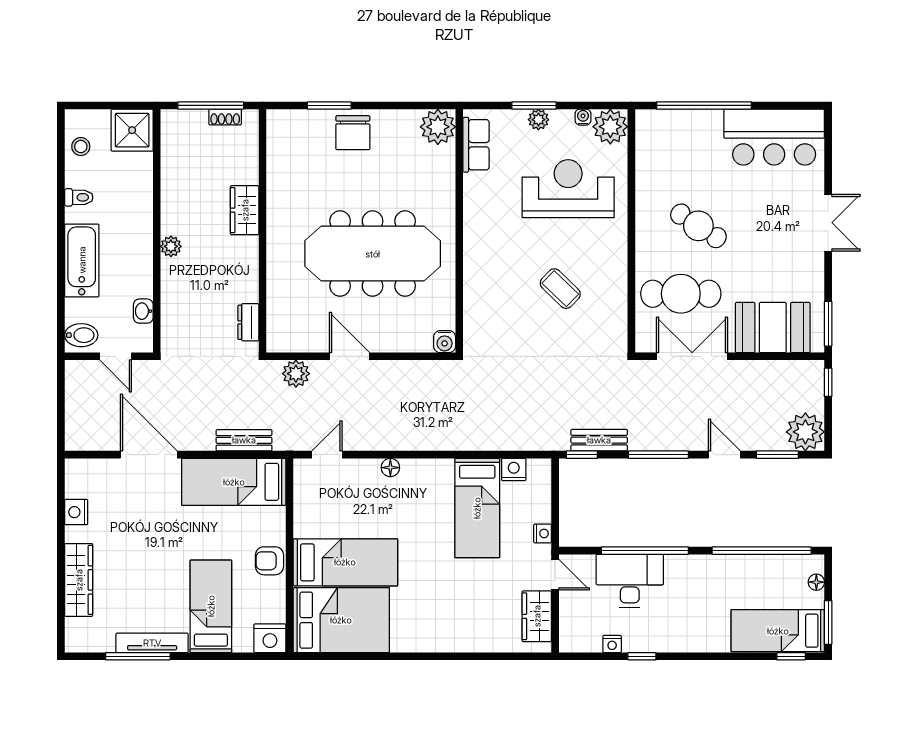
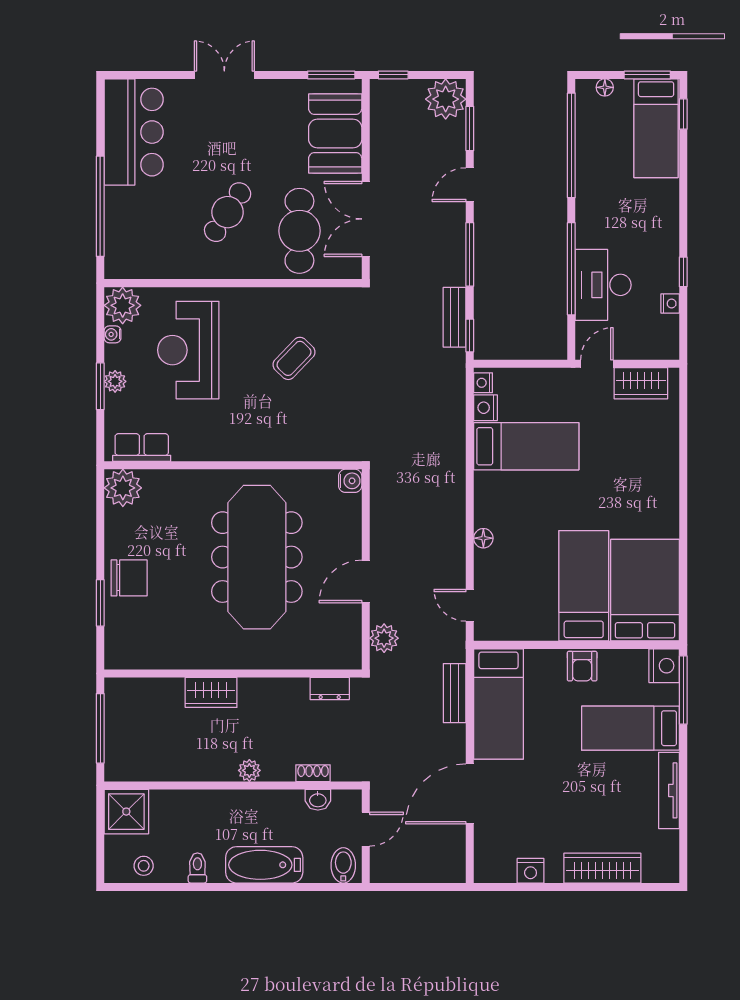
shoe rack: (225, 117) -> (313, 773), moved, turned -90
nightstand: (543, 533) -> (483, 383), moved, turned -90
window: (138, 656) -> (683, 690), moved

